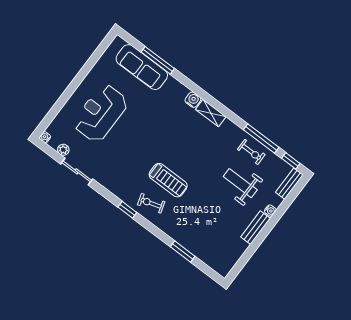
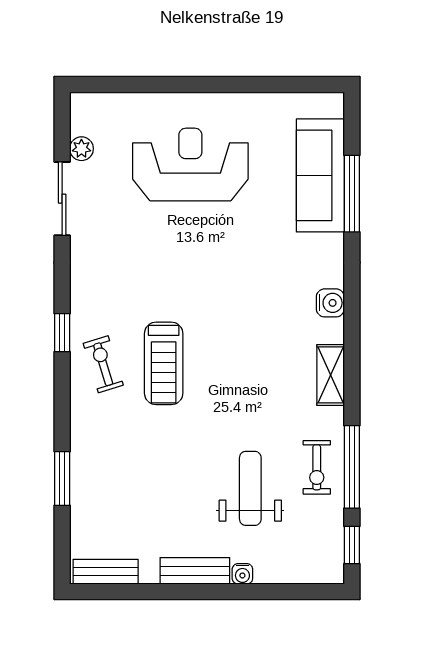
shelving: (211, 113) -> (331, 375), moved
water cooler: (45, 137) -> (79, 102), removed
bench: (289, 184) -> (106, 572), moved

